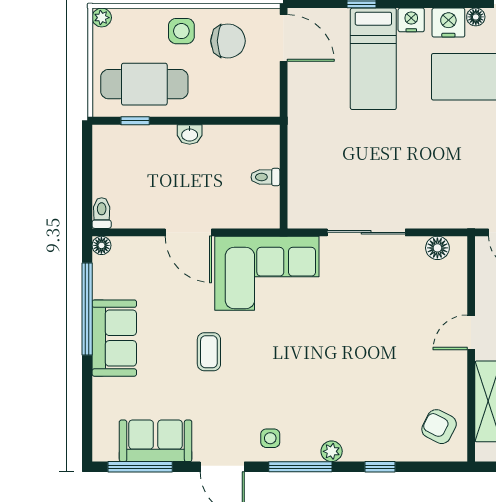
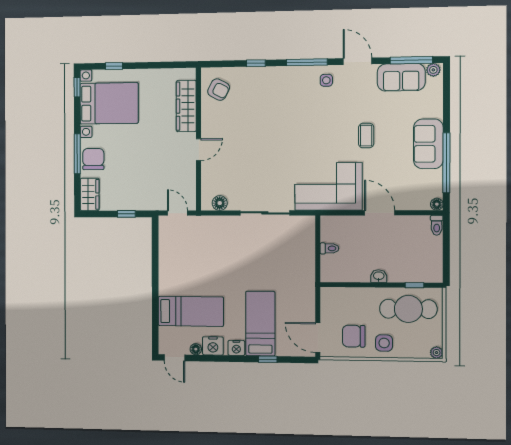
plant: (332, 451) -> (433, 70), moved

